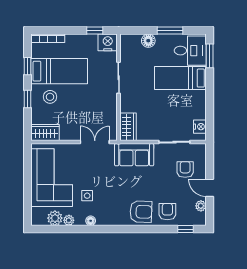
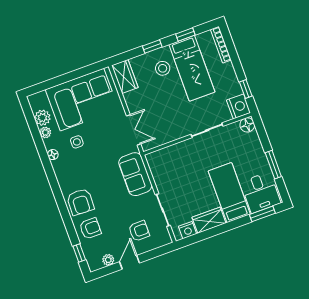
floor lamp: (148, 41) -> (247, 125), moved
wardrobe: (128, 127) -> (209, 220), moved, turned 180

